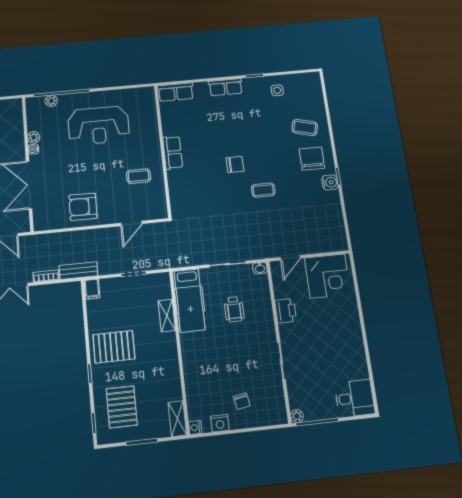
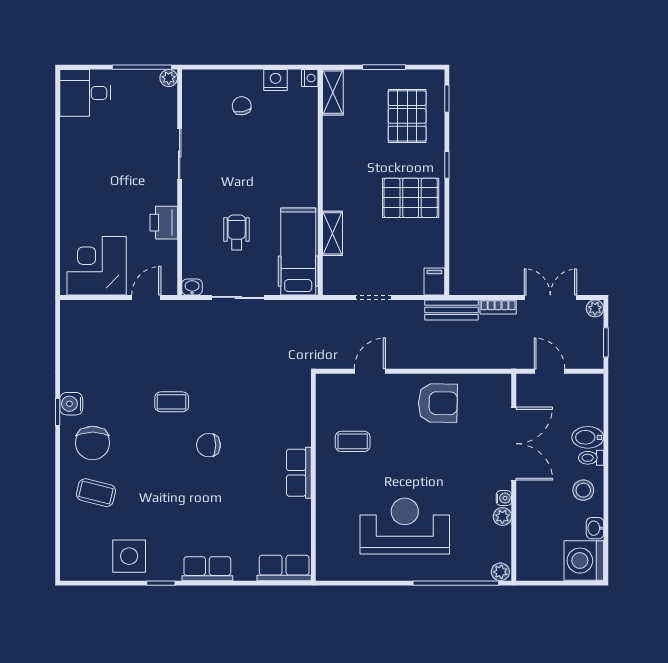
side table: (277, 90) -> (129, 556), width x1.87, depth x1.87
plant: (51, 101) -> (500, 572), moved

